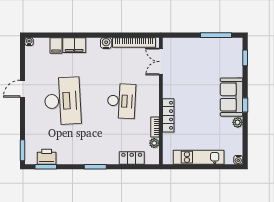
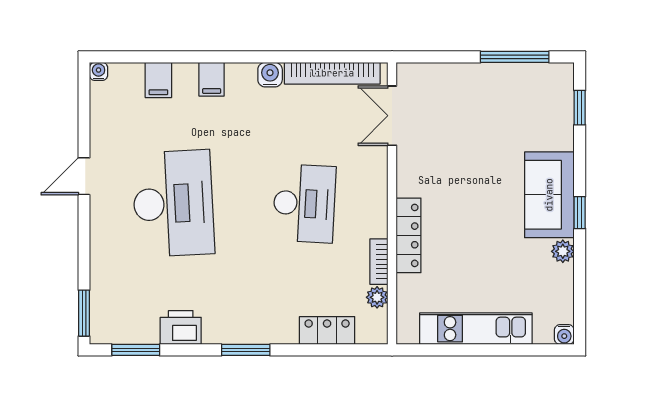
filing cabinet: (74, 45) -> (212, 79), width x0.50
printer: (47, 157) -> (181, 328), moved

